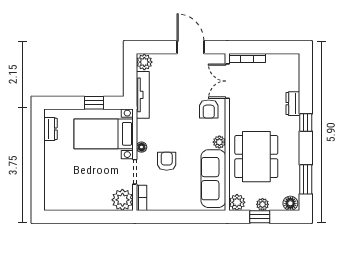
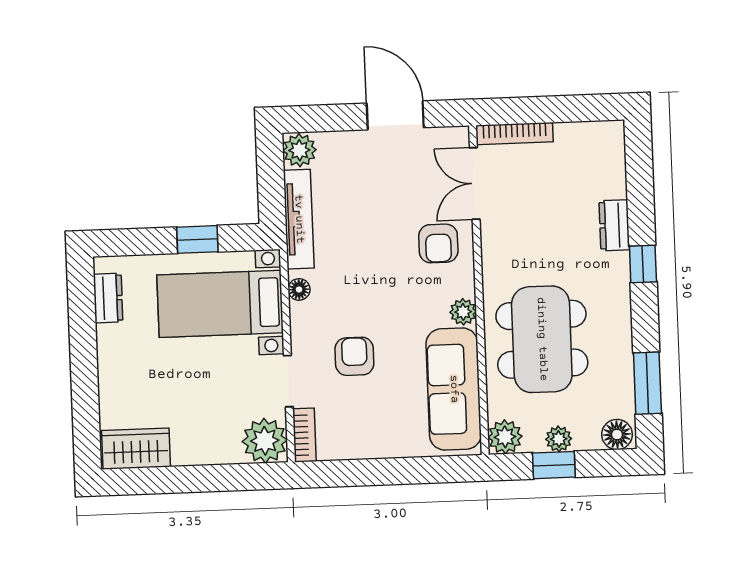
floor lamp: (142, 147) -> (299, 289), moved
wardrobe: (61, 201) -> (136, 449), added

